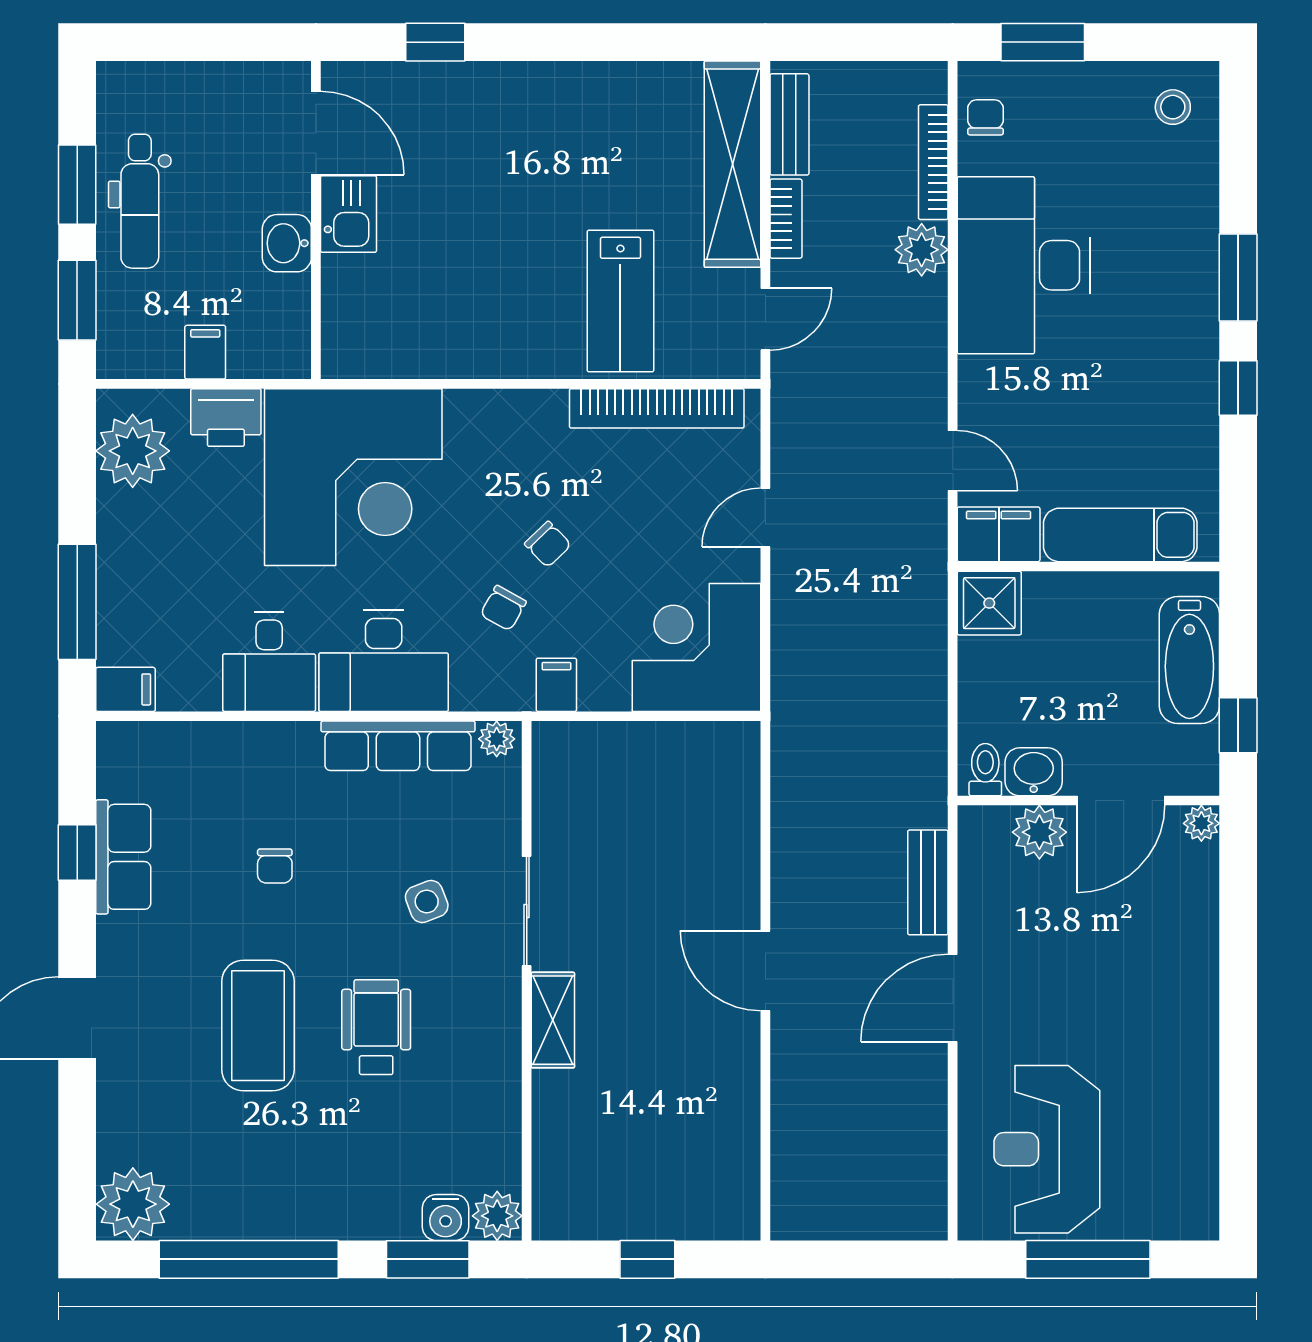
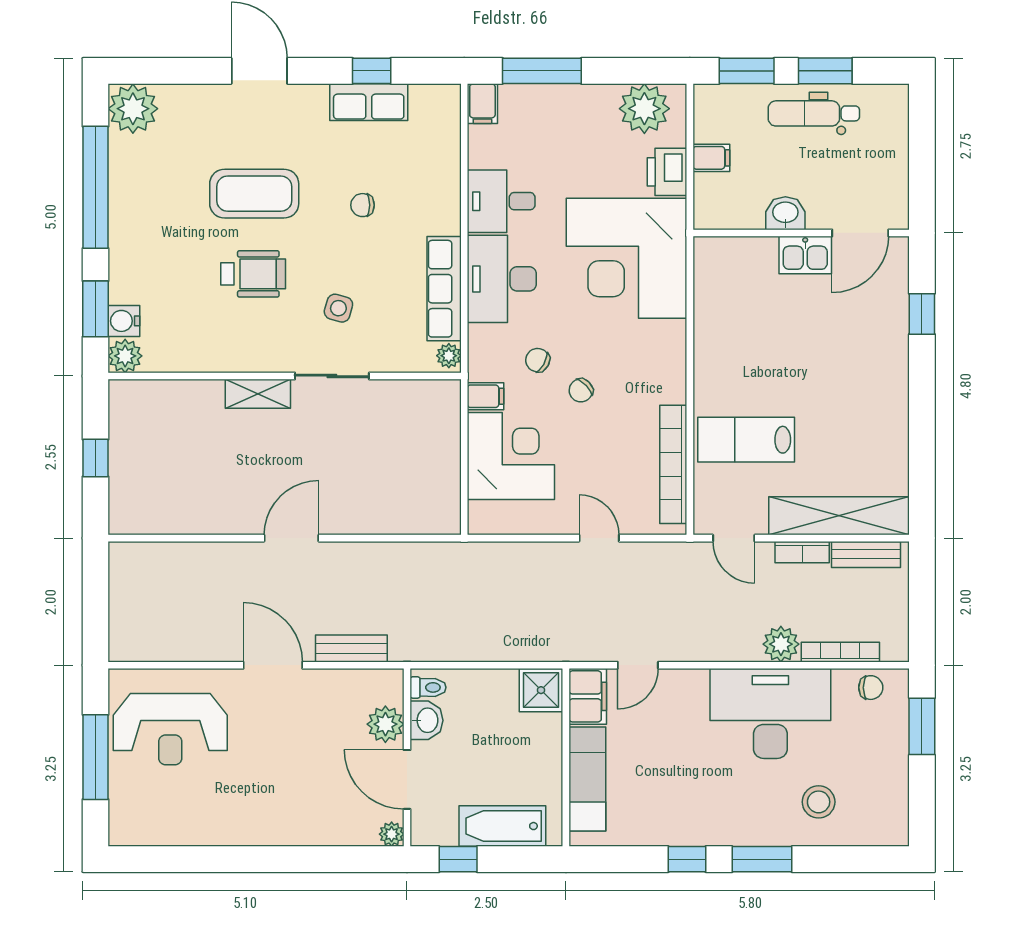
stool: (1173, 107) -> (819, 802), moved, width x1.37, depth x1.37
corner desk: (696, 647) -> (511, 456), moved
side table: (427, 901) -> (338, 308), turned 37
reception desk: (1047, 1149) -> (170, 729), turned 180

